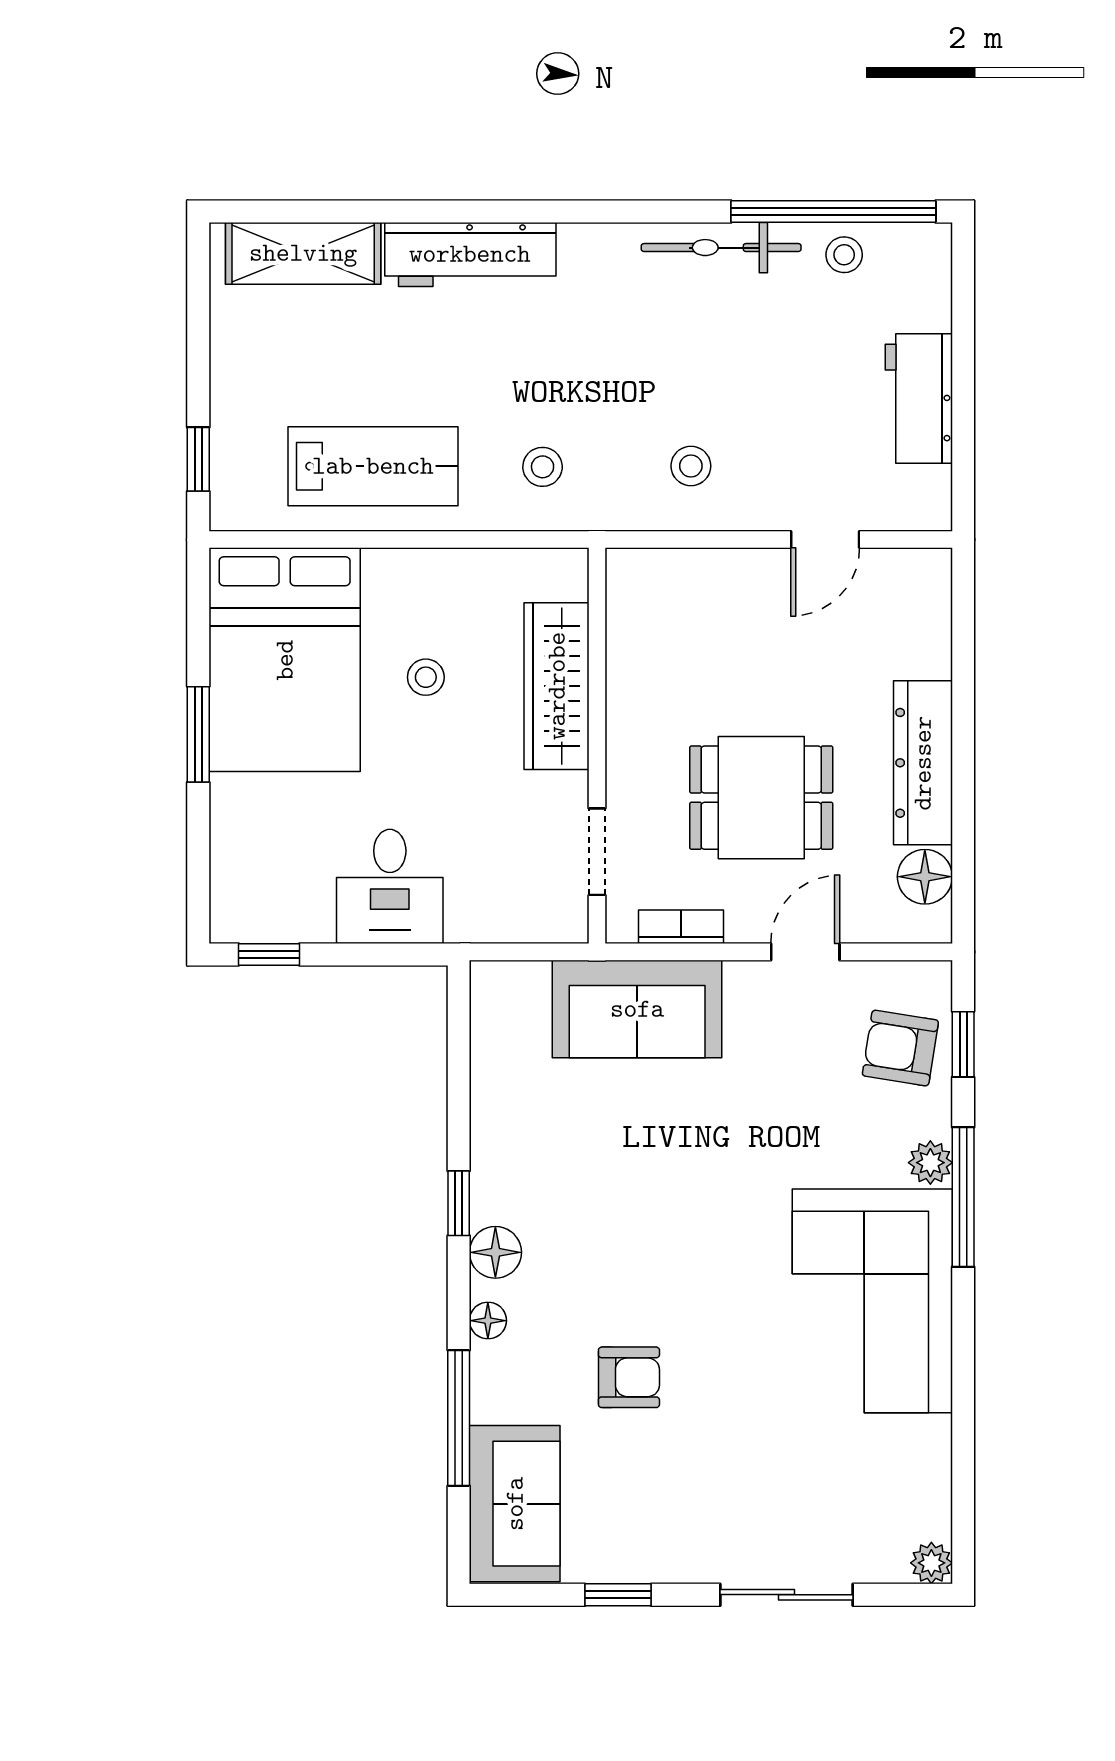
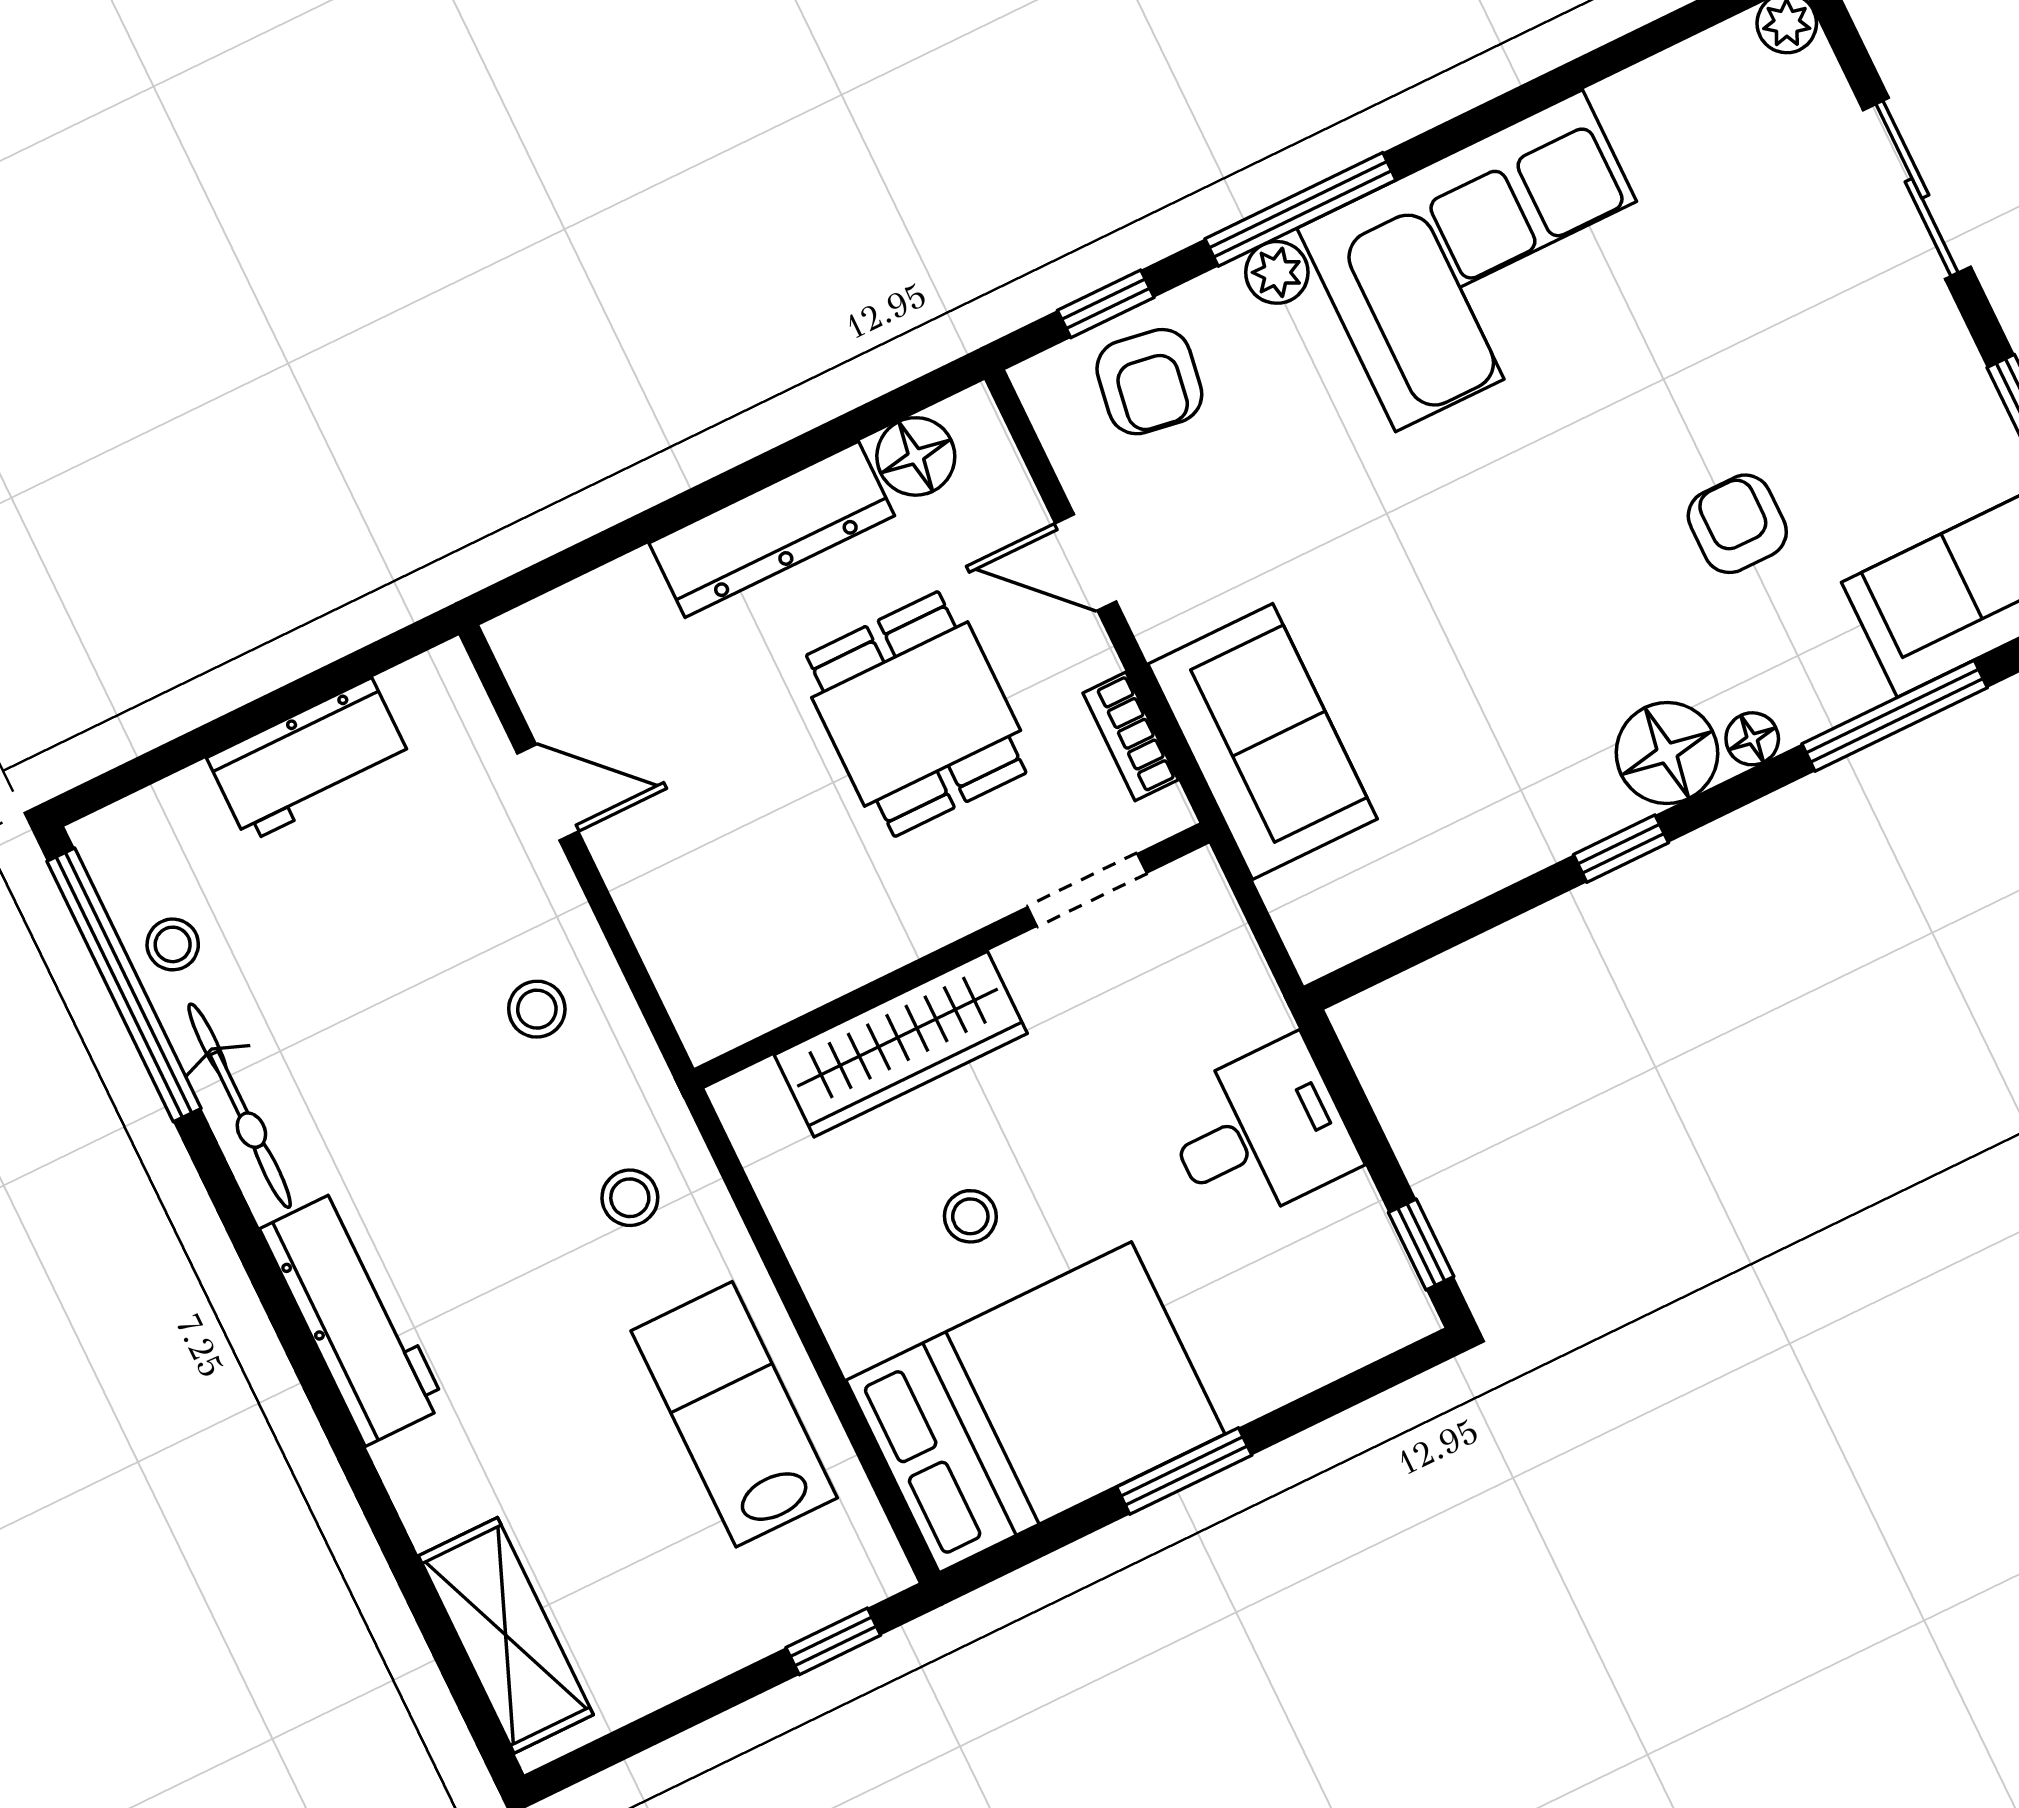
workbench: (470, 254) -> (353, 1318), moved
floor lamp: (495, 1252) -> (1667, 753), width x1.38, depth x1.38

